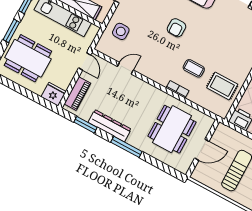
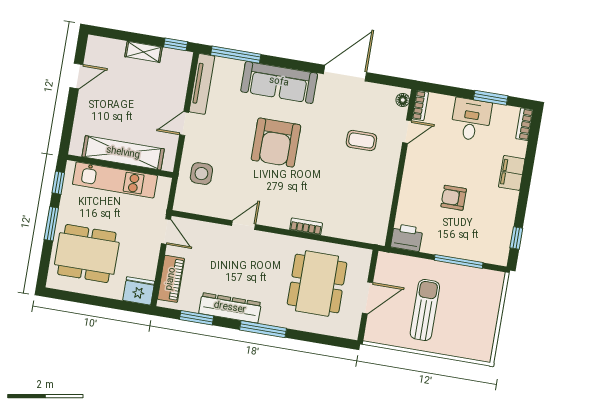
armchair: (176, 28) -> (276, 143), width x1.88, depth x1.88
door: (125, 68) -> (244, 225), moved
coffee table: (194, 68) -> (361, 140), moved
rug: (222, 86) -> (366, 201), removed

